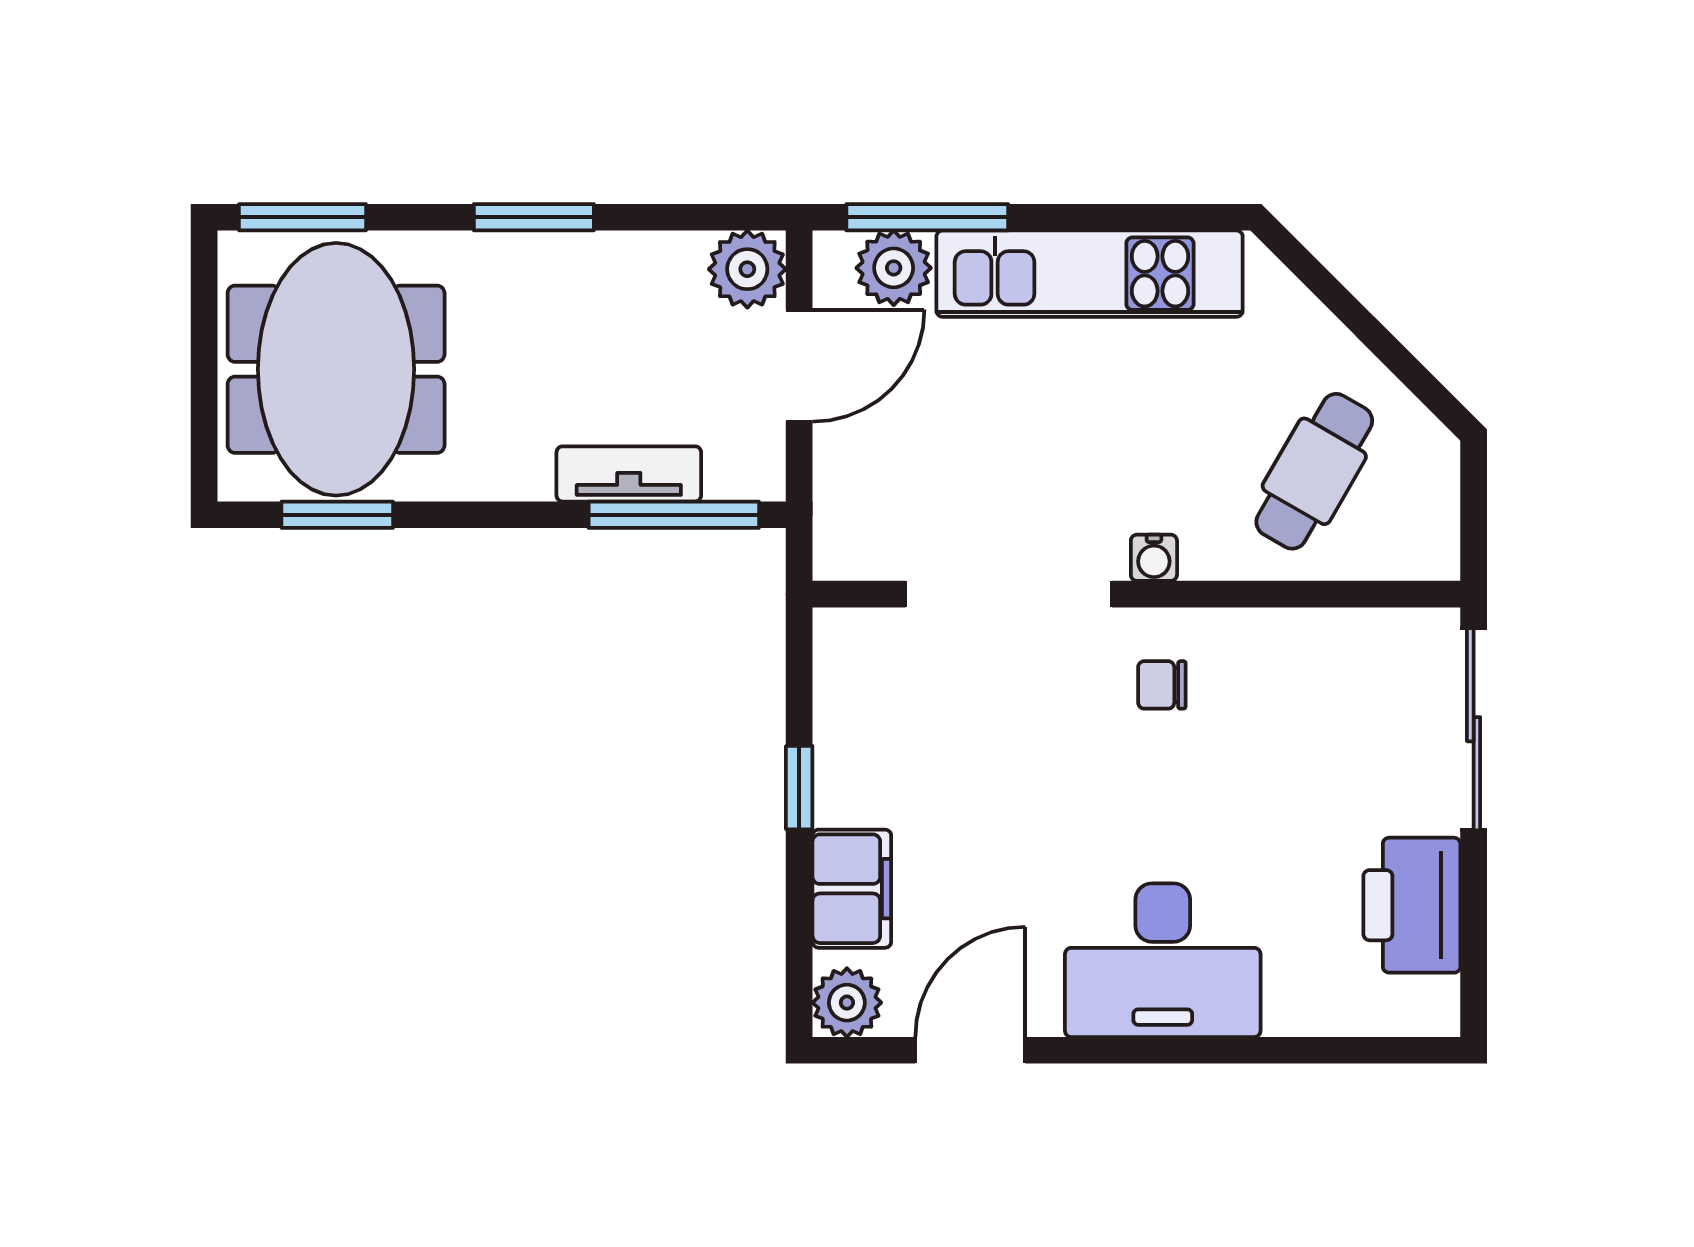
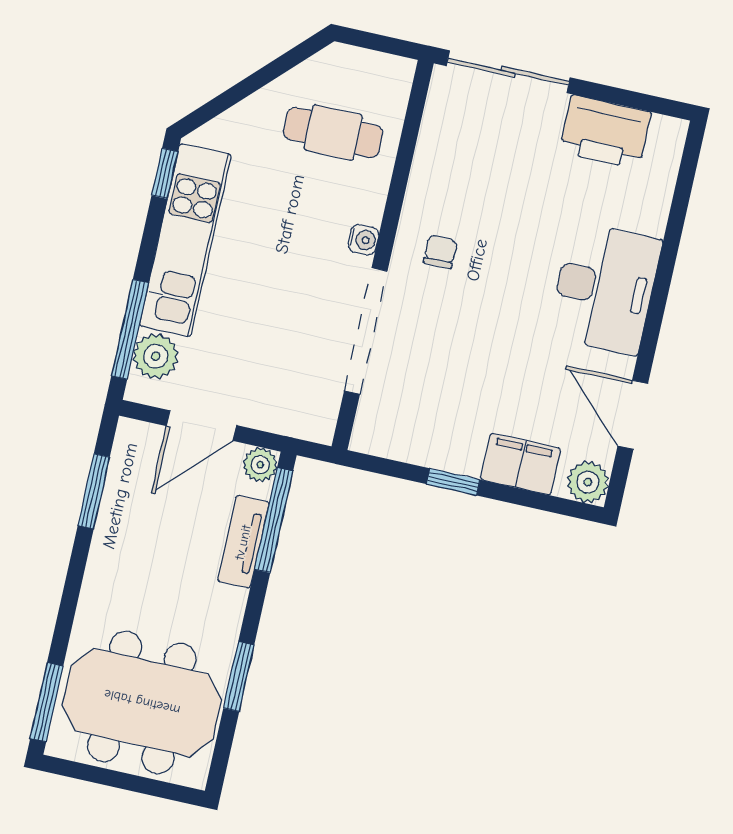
window: (534, 217) -> (94, 491), moved
window: (1189, 217) -> (165, 174), added
plant: (747, 269) -> (260, 465), moved, width x0.73, depth x0.73
door: (799, 366) -> (201, 426), swing flipped
cafe table: (1314, 471) -> (333, 132), turned -30
window: (337, 515) -> (239, 677), moved
chair: (1162, 685) -> (440, 252), turned 180

